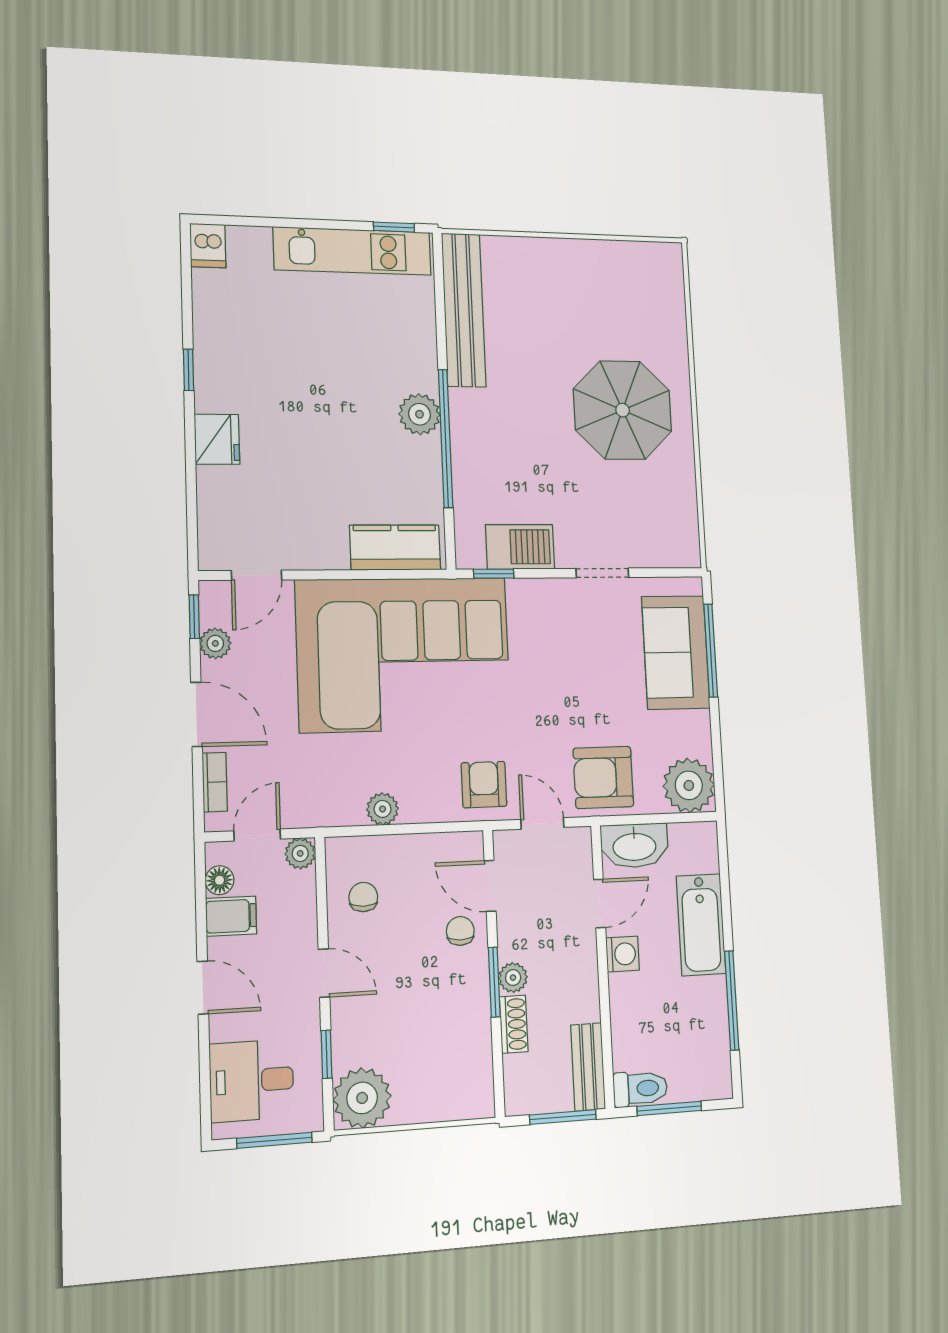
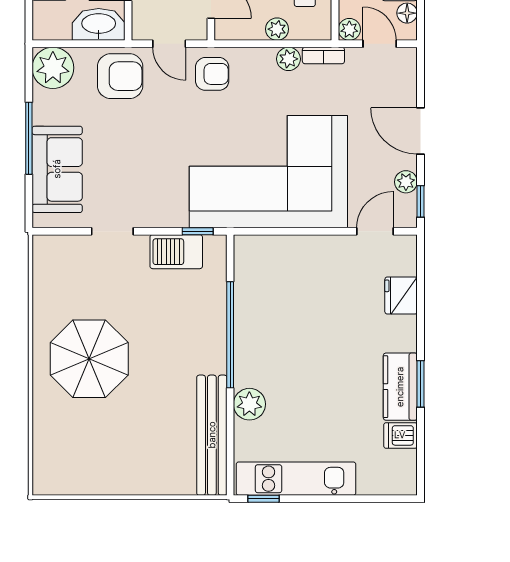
dishwasher: (208, 246) -> (400, 435), moved, turned -90
window: (189, 370) -> (420, 384), width x1.50
plant: (419, 414) -> (249, 404), moved
fridge: (217, 439) -> (401, 295), moved
kitchen counter: (395, 548) -> (400, 387), moved, turned 90
window: (711, 651) -> (29, 138), moved
bookcase: (215, 782) -> (323, 55), moved, turned -90
armchair: (484, 785) -> (212, 74), turned -90
door: (257, 835) -> (380, 44), swing flipped
plant: (400, 850) -> (277, 29), added

